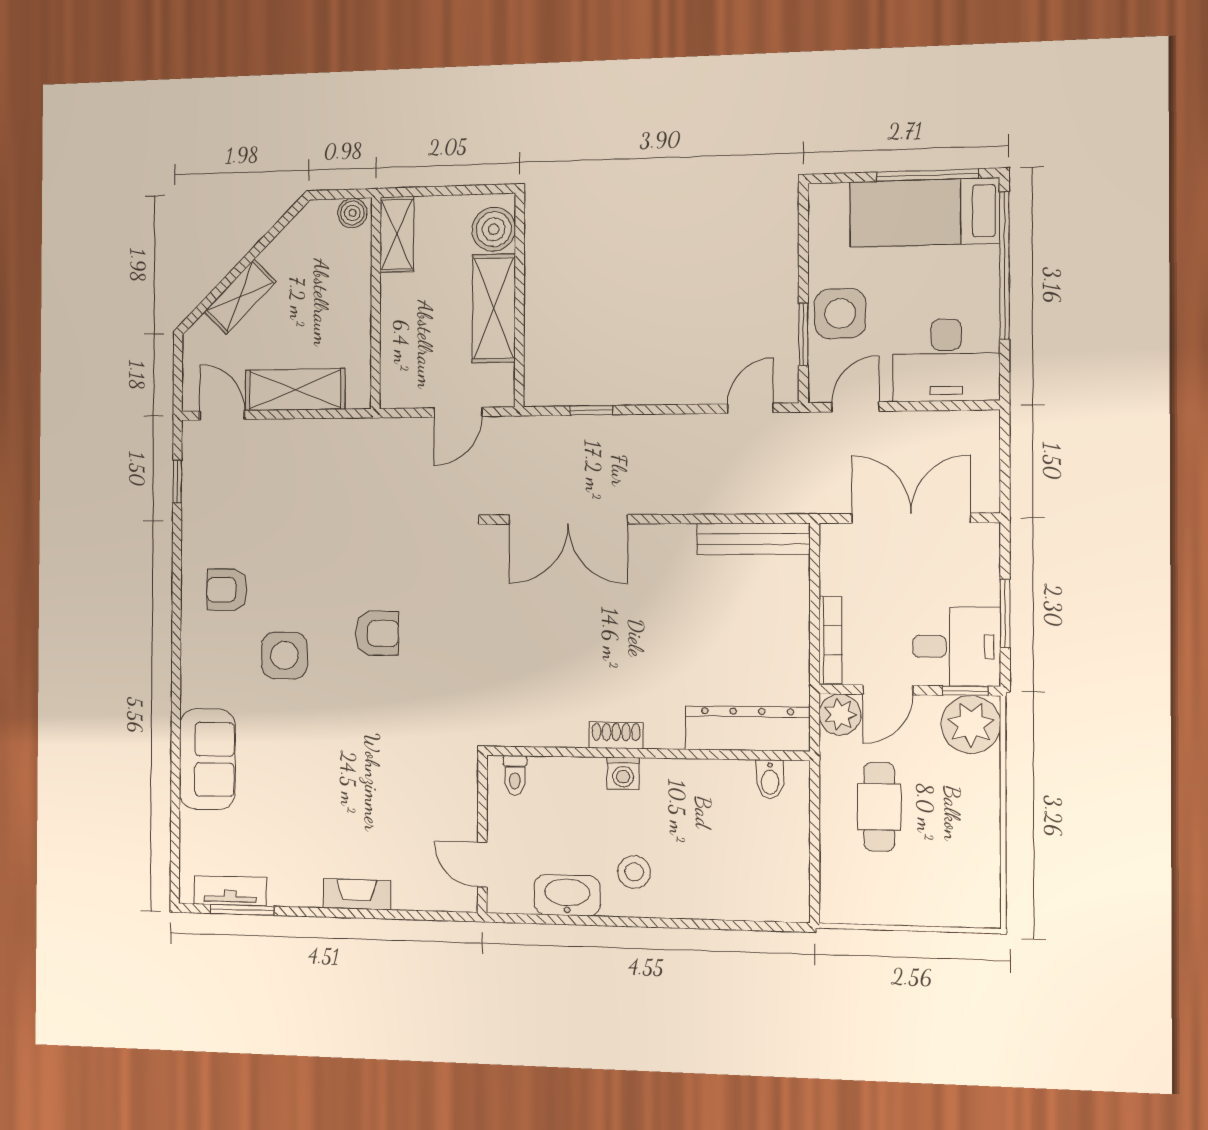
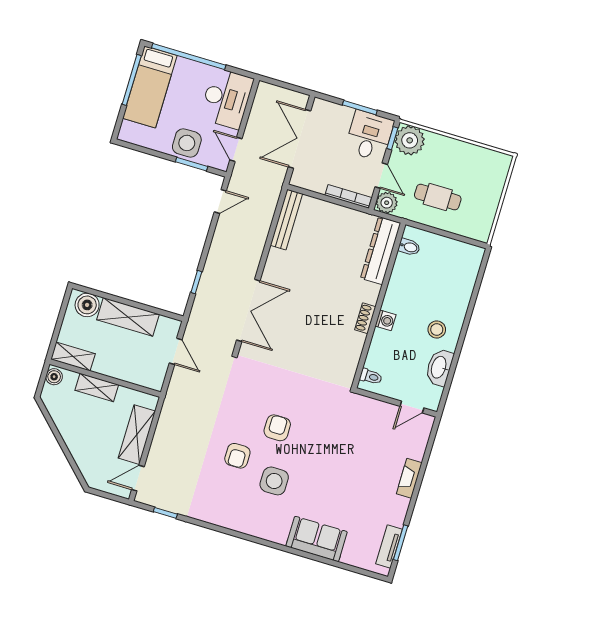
shelving: (240, 297) -> (97, 387), moved, turned -45
door: (750, 408) -> (220, 201), swing flipped
armchair: (227, 590) -> (237, 456), moved

